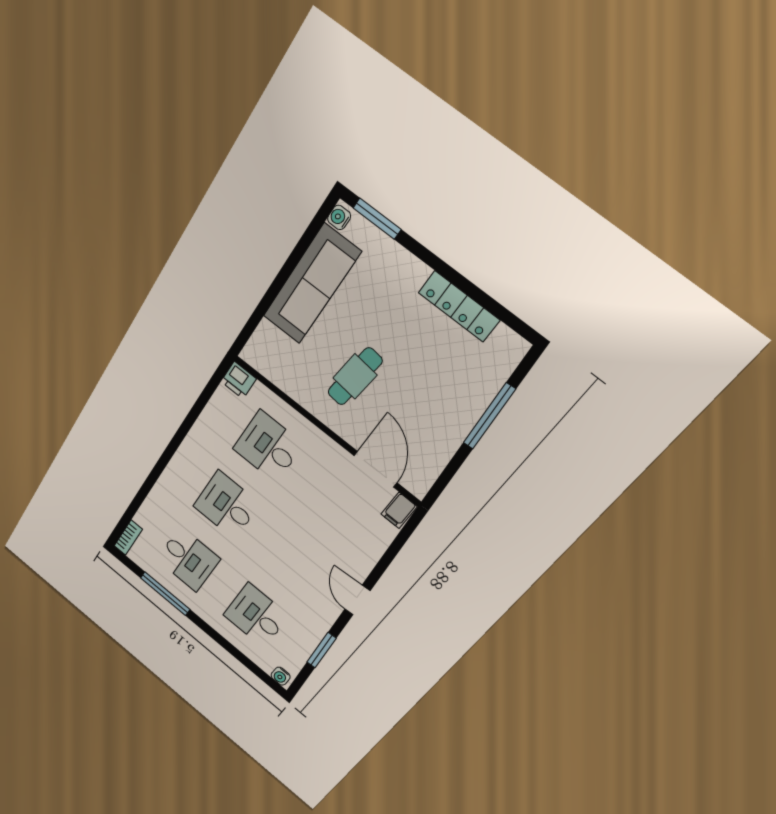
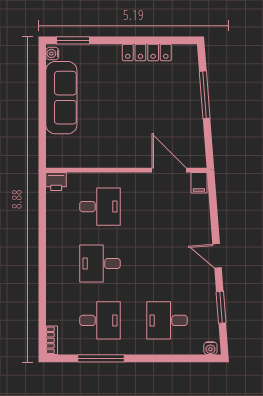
cafe table: (355, 376) -> (120, 128), removed
desk: (268, 447) -> (100, 207), turned 180

